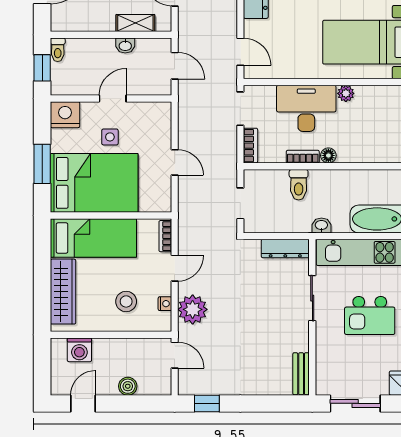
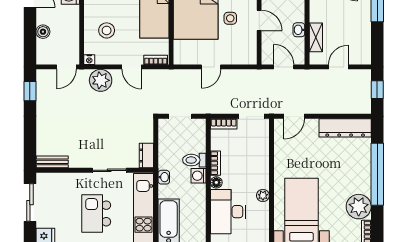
door: (175, 66) -> (284, 67), swing flipped
desk: (306, 108) -> (228, 212), moved, turned 180
washing machine: (319, 179) -> (199, 176), added
dresser: (285, 249) -> (146, 156), width x0.70
nightstand: (165, 304) -> (89, 60), moved

